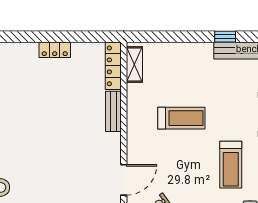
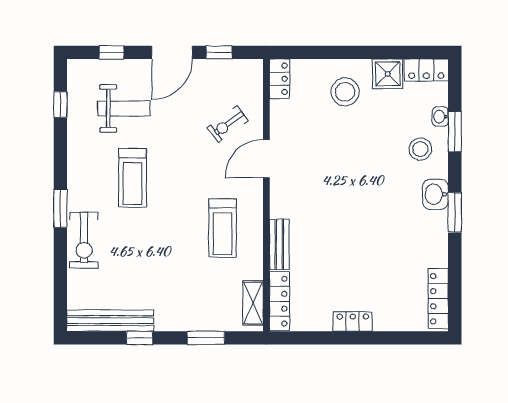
window: (172, 37) -> (206, 338), added
treadmill: (181, 118) -> (223, 228), moved, turned -90
treadmill: (231, 165) -> (132, 178), turned 180

